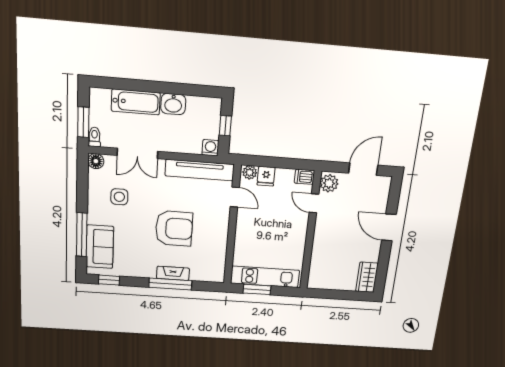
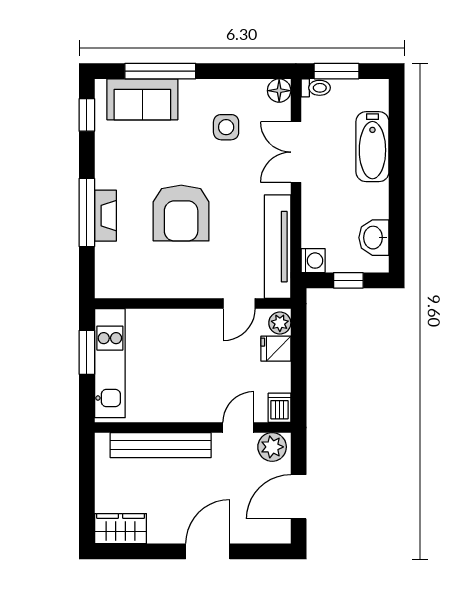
washbasin: (173, 104) -> (374, 238), moved
door: (363, 169) -> (299, 497), swing flipped
bench: (319, 251) -> (161, 445), added

